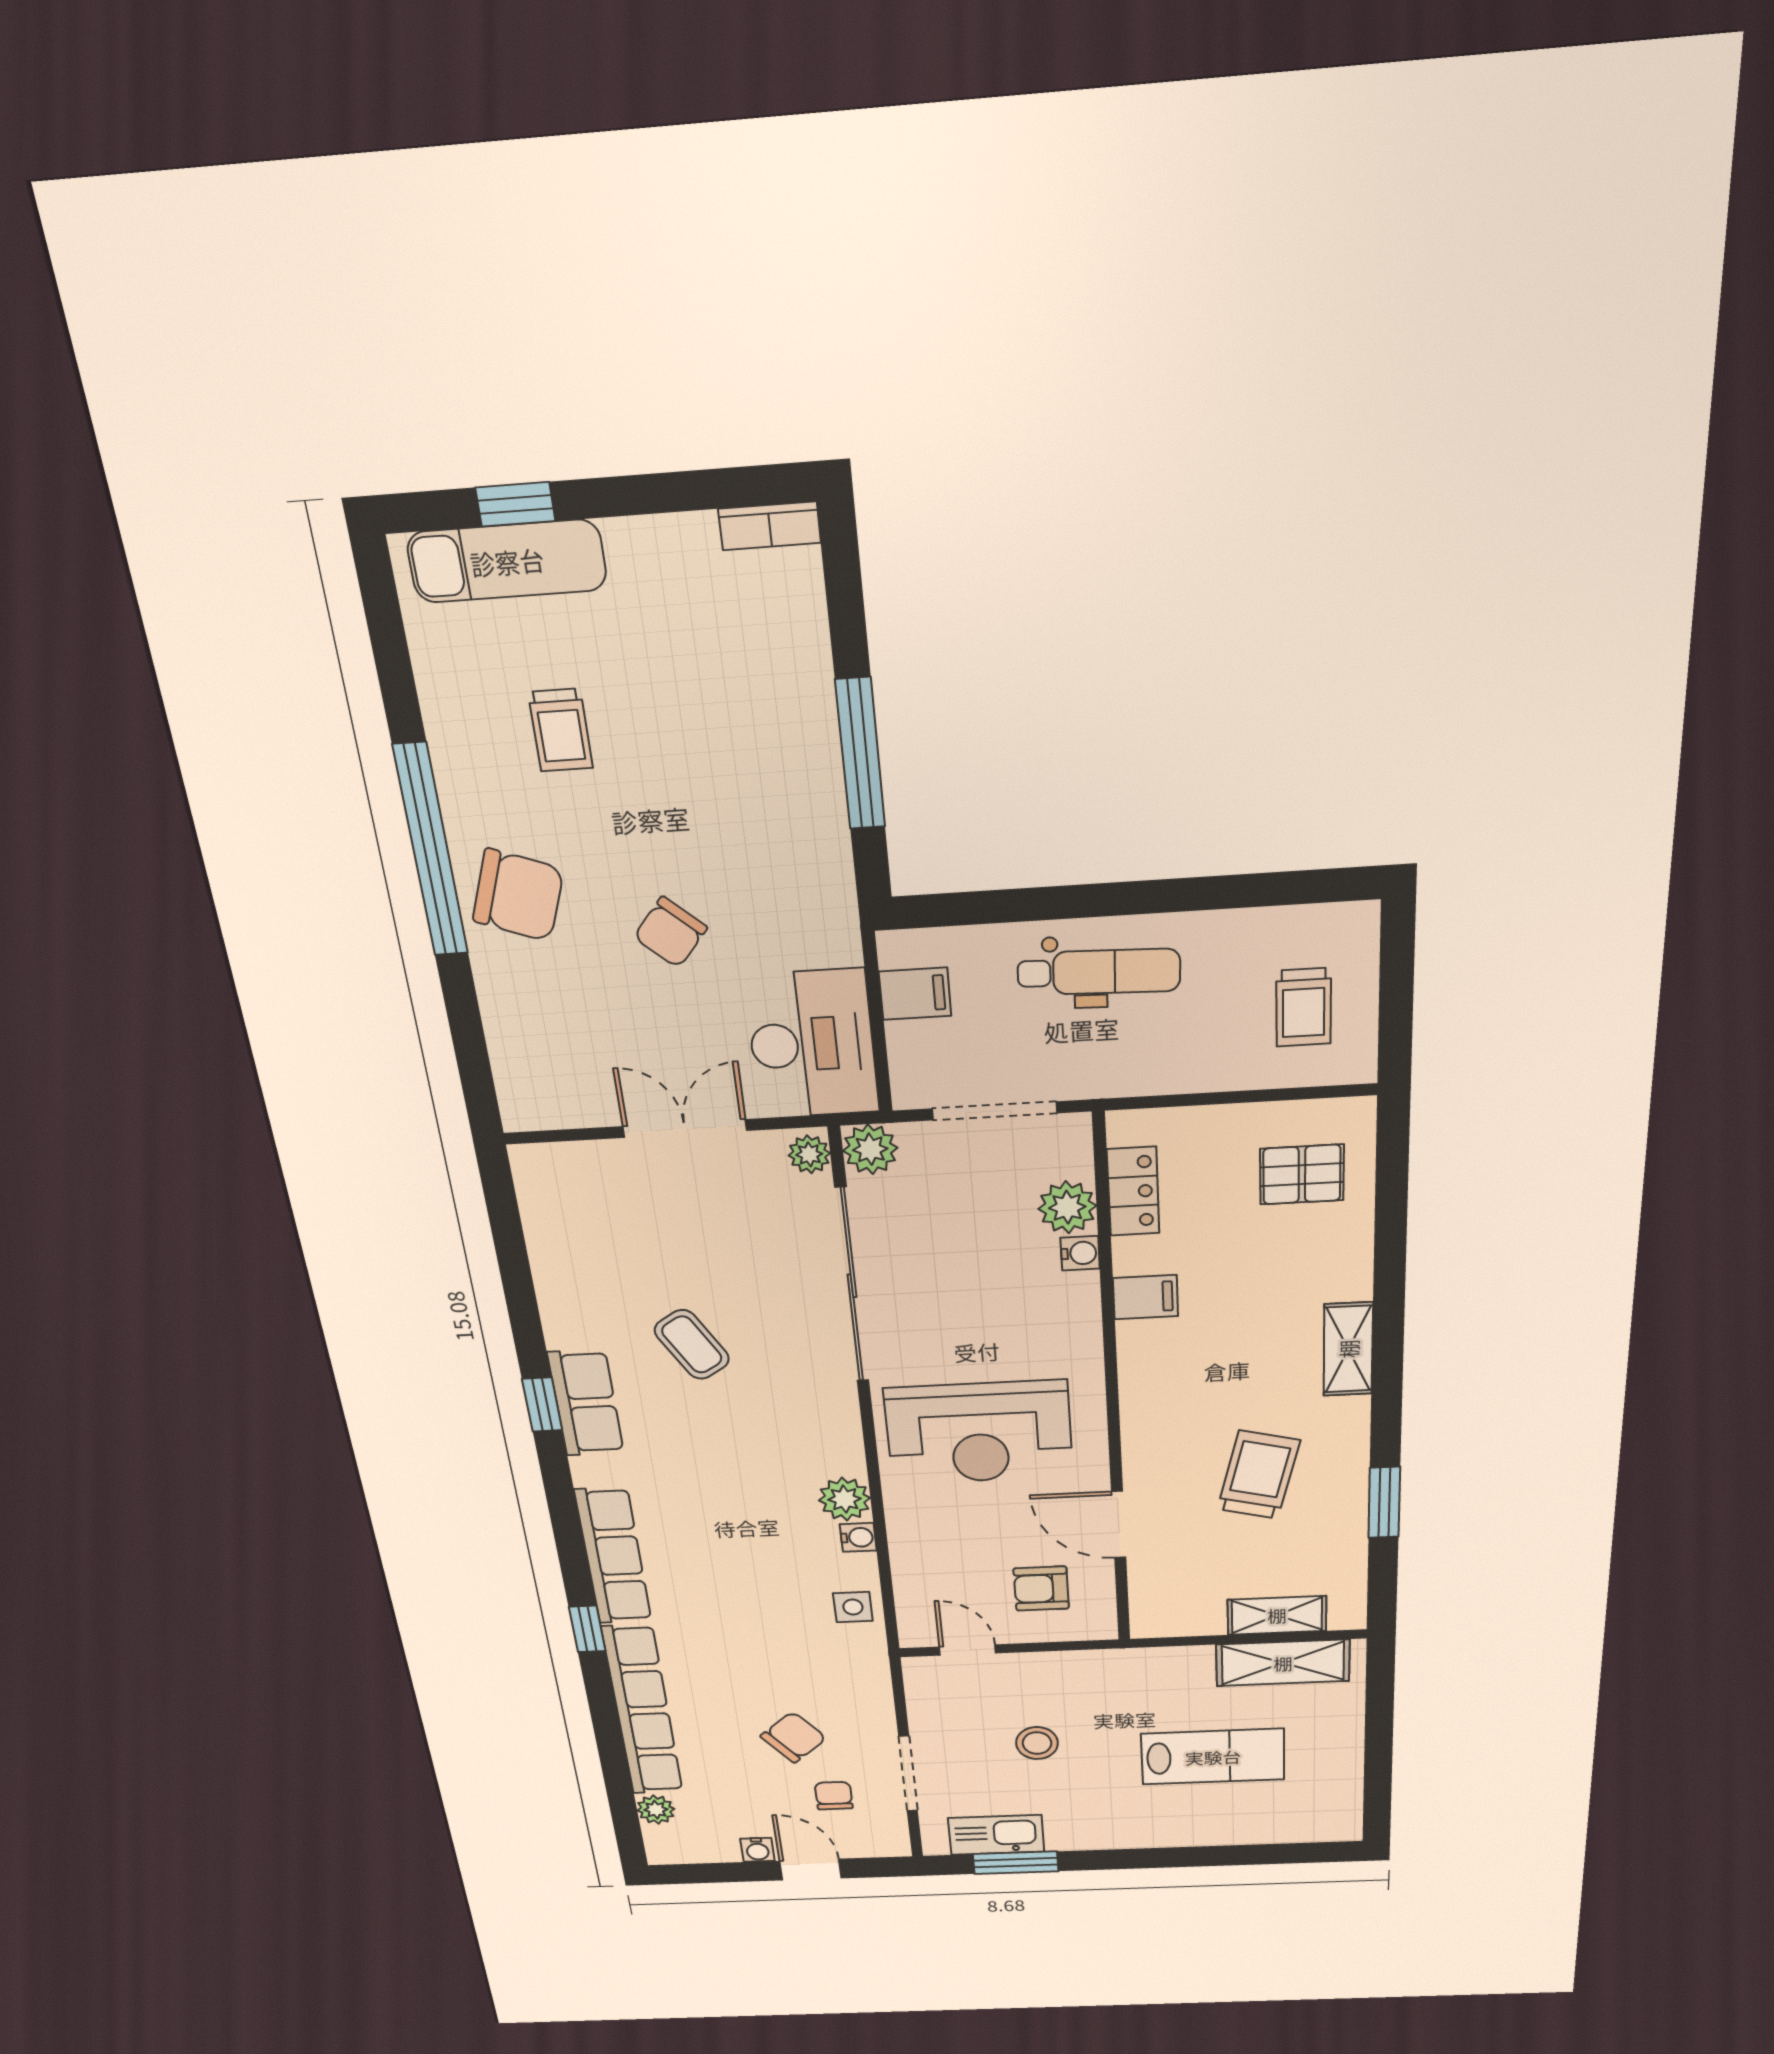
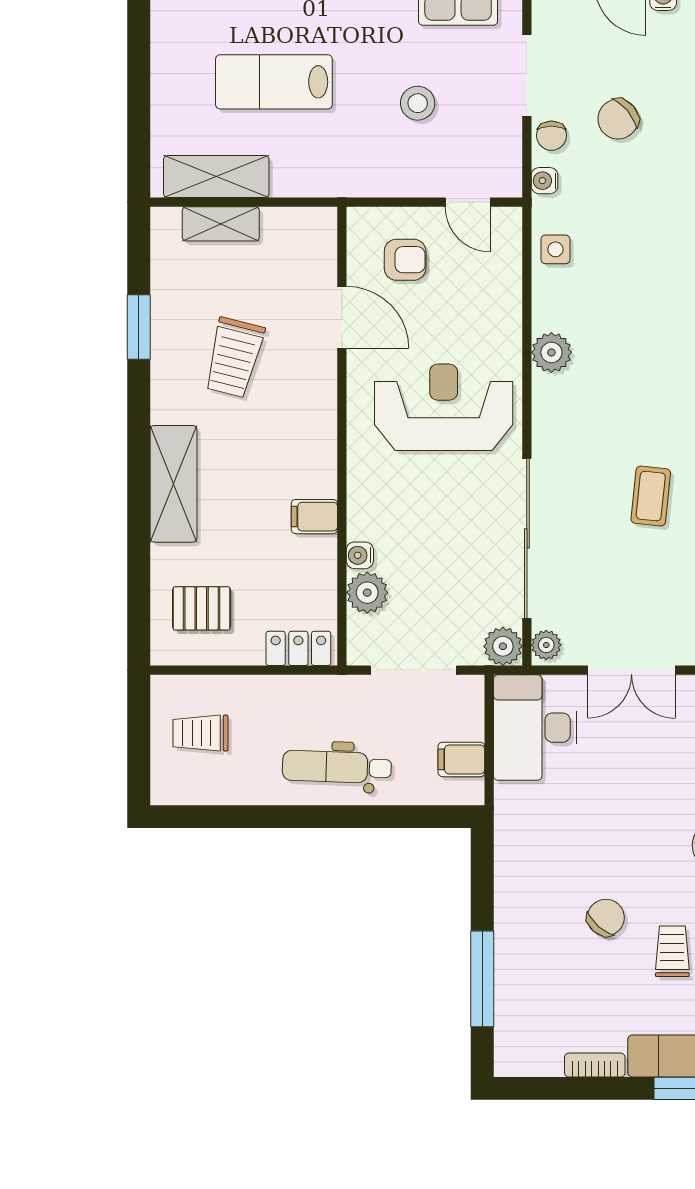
bookcase: (770, 526) -> (595, 1065), moved
window: (860, 754) -> (482, 979), moved
chair: (670, 932) -> (606, 918), moved
trolley: (1304, 1007) -> (201, 733), turned -90
locker: (1133, 1191) -> (298, 648), moved, turned 90
coffee table: (692, 1345) -> (651, 496), turned 37
shelving: (1348, 1349) -> (173, 484), width x1.50, depth x1.33
water cooler: (858, 1537) -> (545, 181), moved
chair: (834, 1796) -> (552, 136), moved

